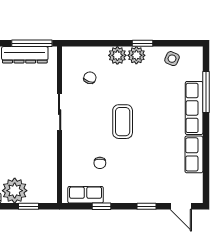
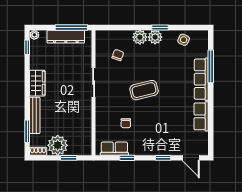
coffee table: (123, 122) -> (144, 90), turned 76

